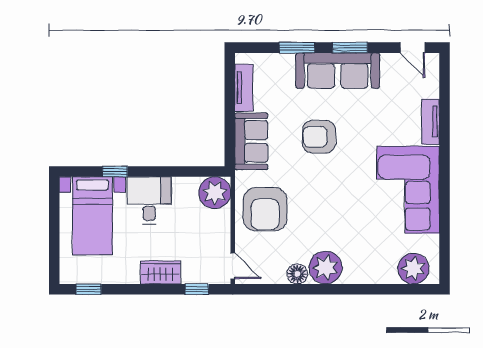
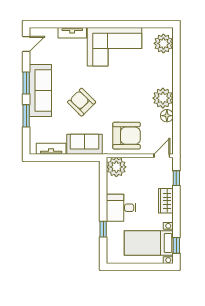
armchair: (319, 137) -> (82, 102), turned 135
bed with nightstands: (92, 216) -> (149, 243), moved, turned 180

